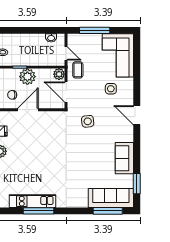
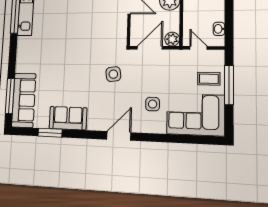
door: (66, 54) -> (198, 48), swing flipped
coffee table: (78, 70) -> (209, 79), moved
window: (137, 184) -> (50, 133), moved

